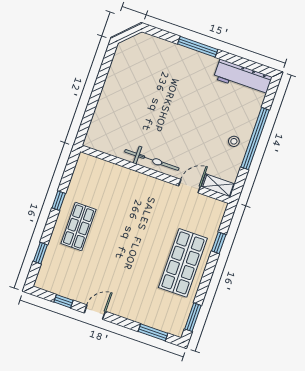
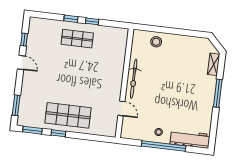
workbench: (243, 78) -> (190, 139), moved, turned 90
stool: (107, 117) -> (156, 42), added
shelving: (218, 185) -> (214, 64), moved
window: (219, 243) -> (58, 133), moved
window: (40, 253) -> (71, 19), moved

